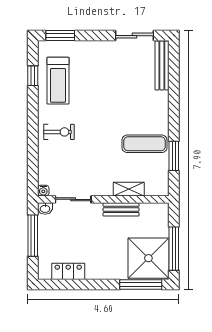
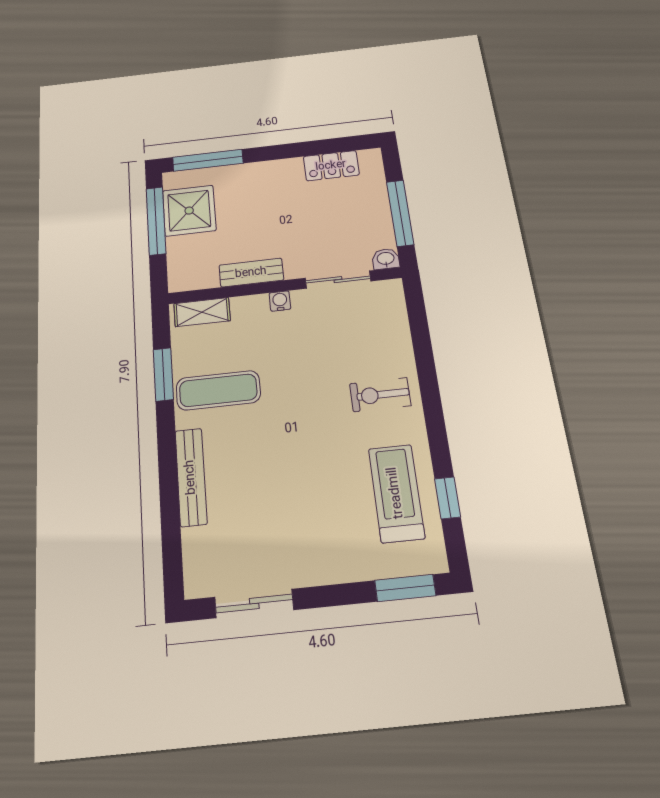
bench: (162, 65) -> (191, 477), moved
shelving: (129, 189) -> (202, 312), moved
water cooler: (43, 191) -> (280, 301), moved
shower: (148, 258) -> (189, 211), width x0.73, depth x0.73

